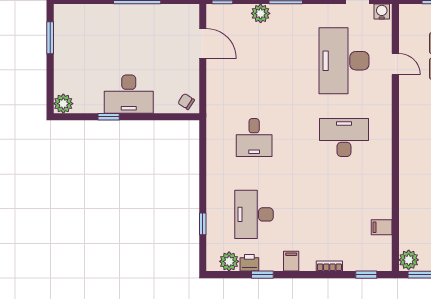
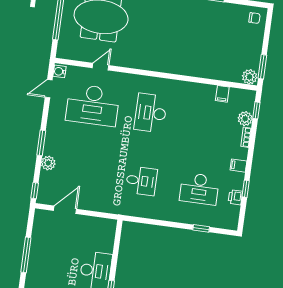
chair: (186, 101) -> (107, 228), removed
plant: (229, 261) -> (245, 119), moved

